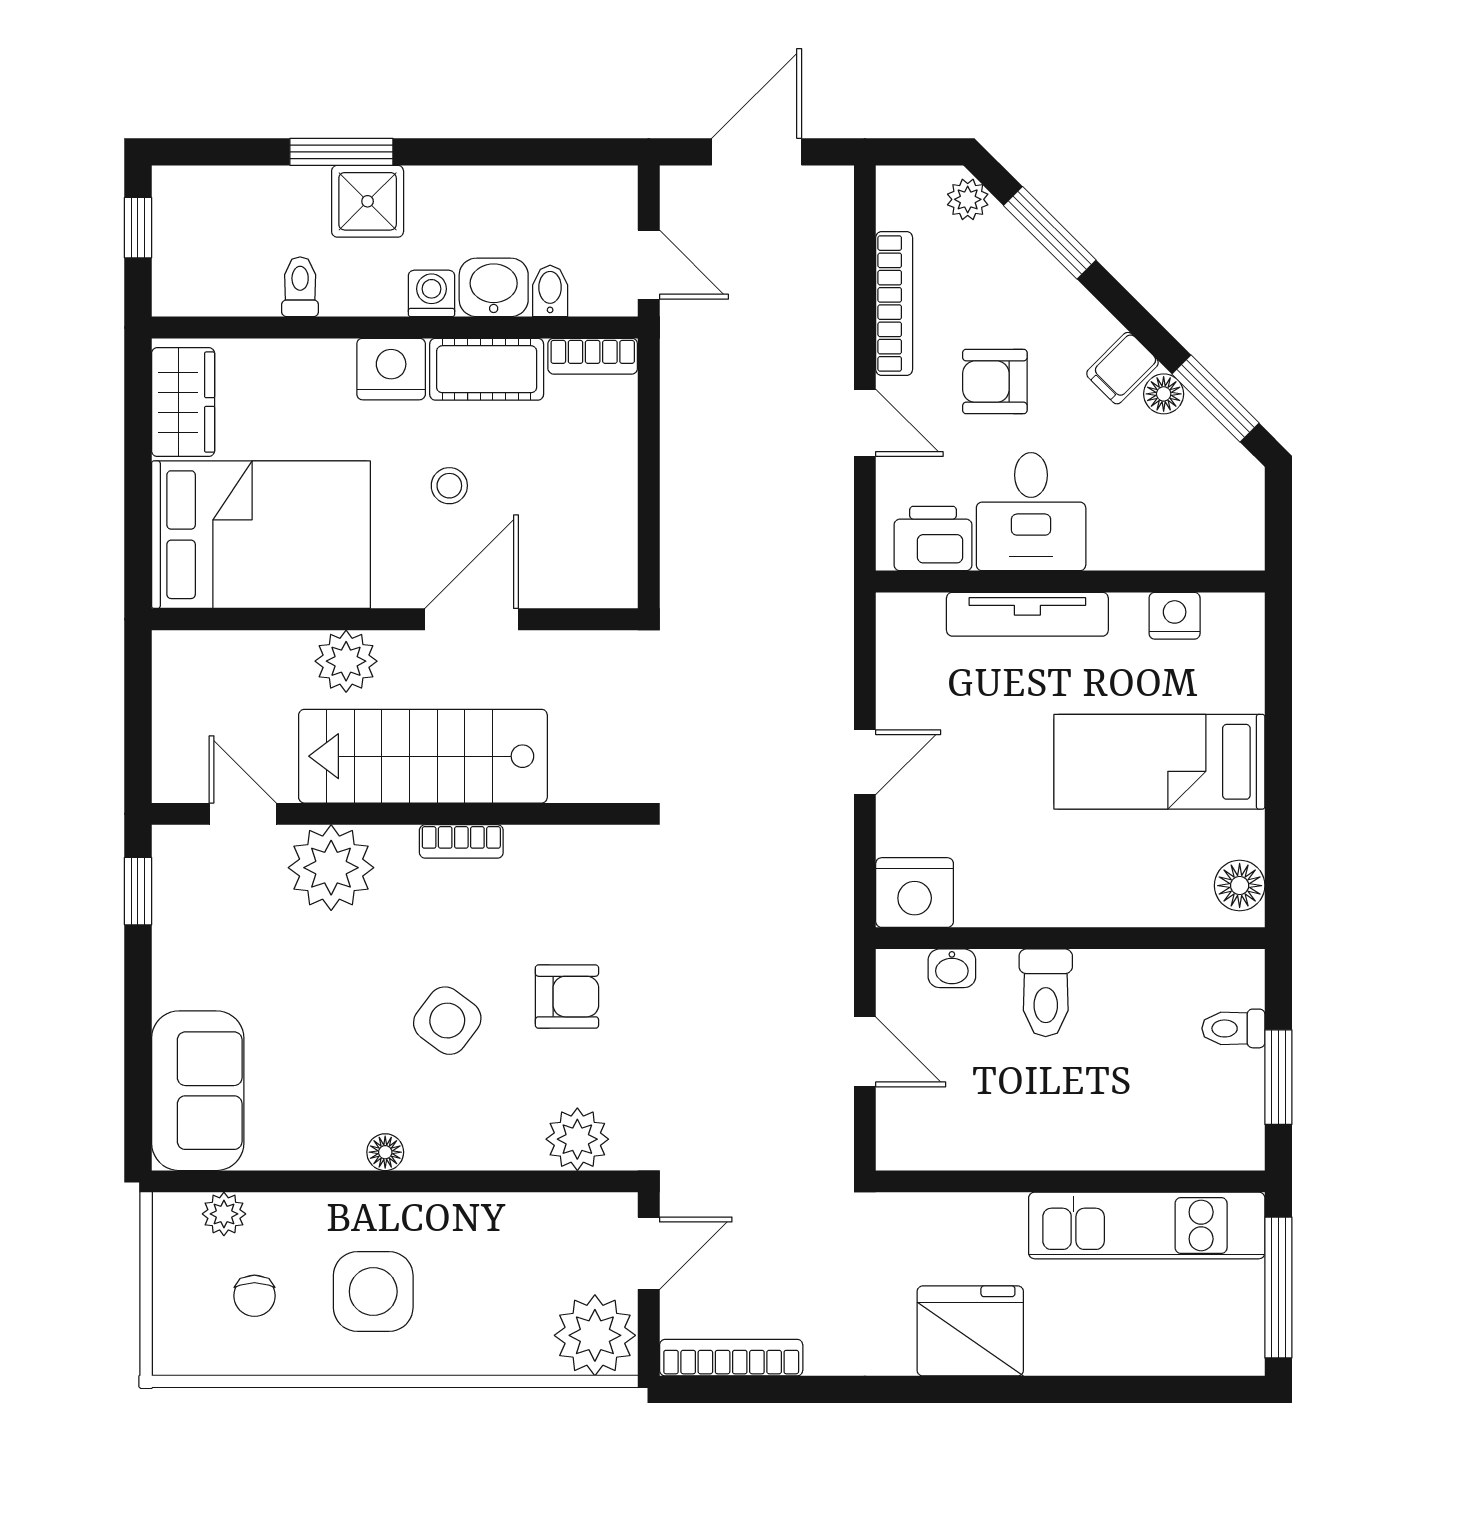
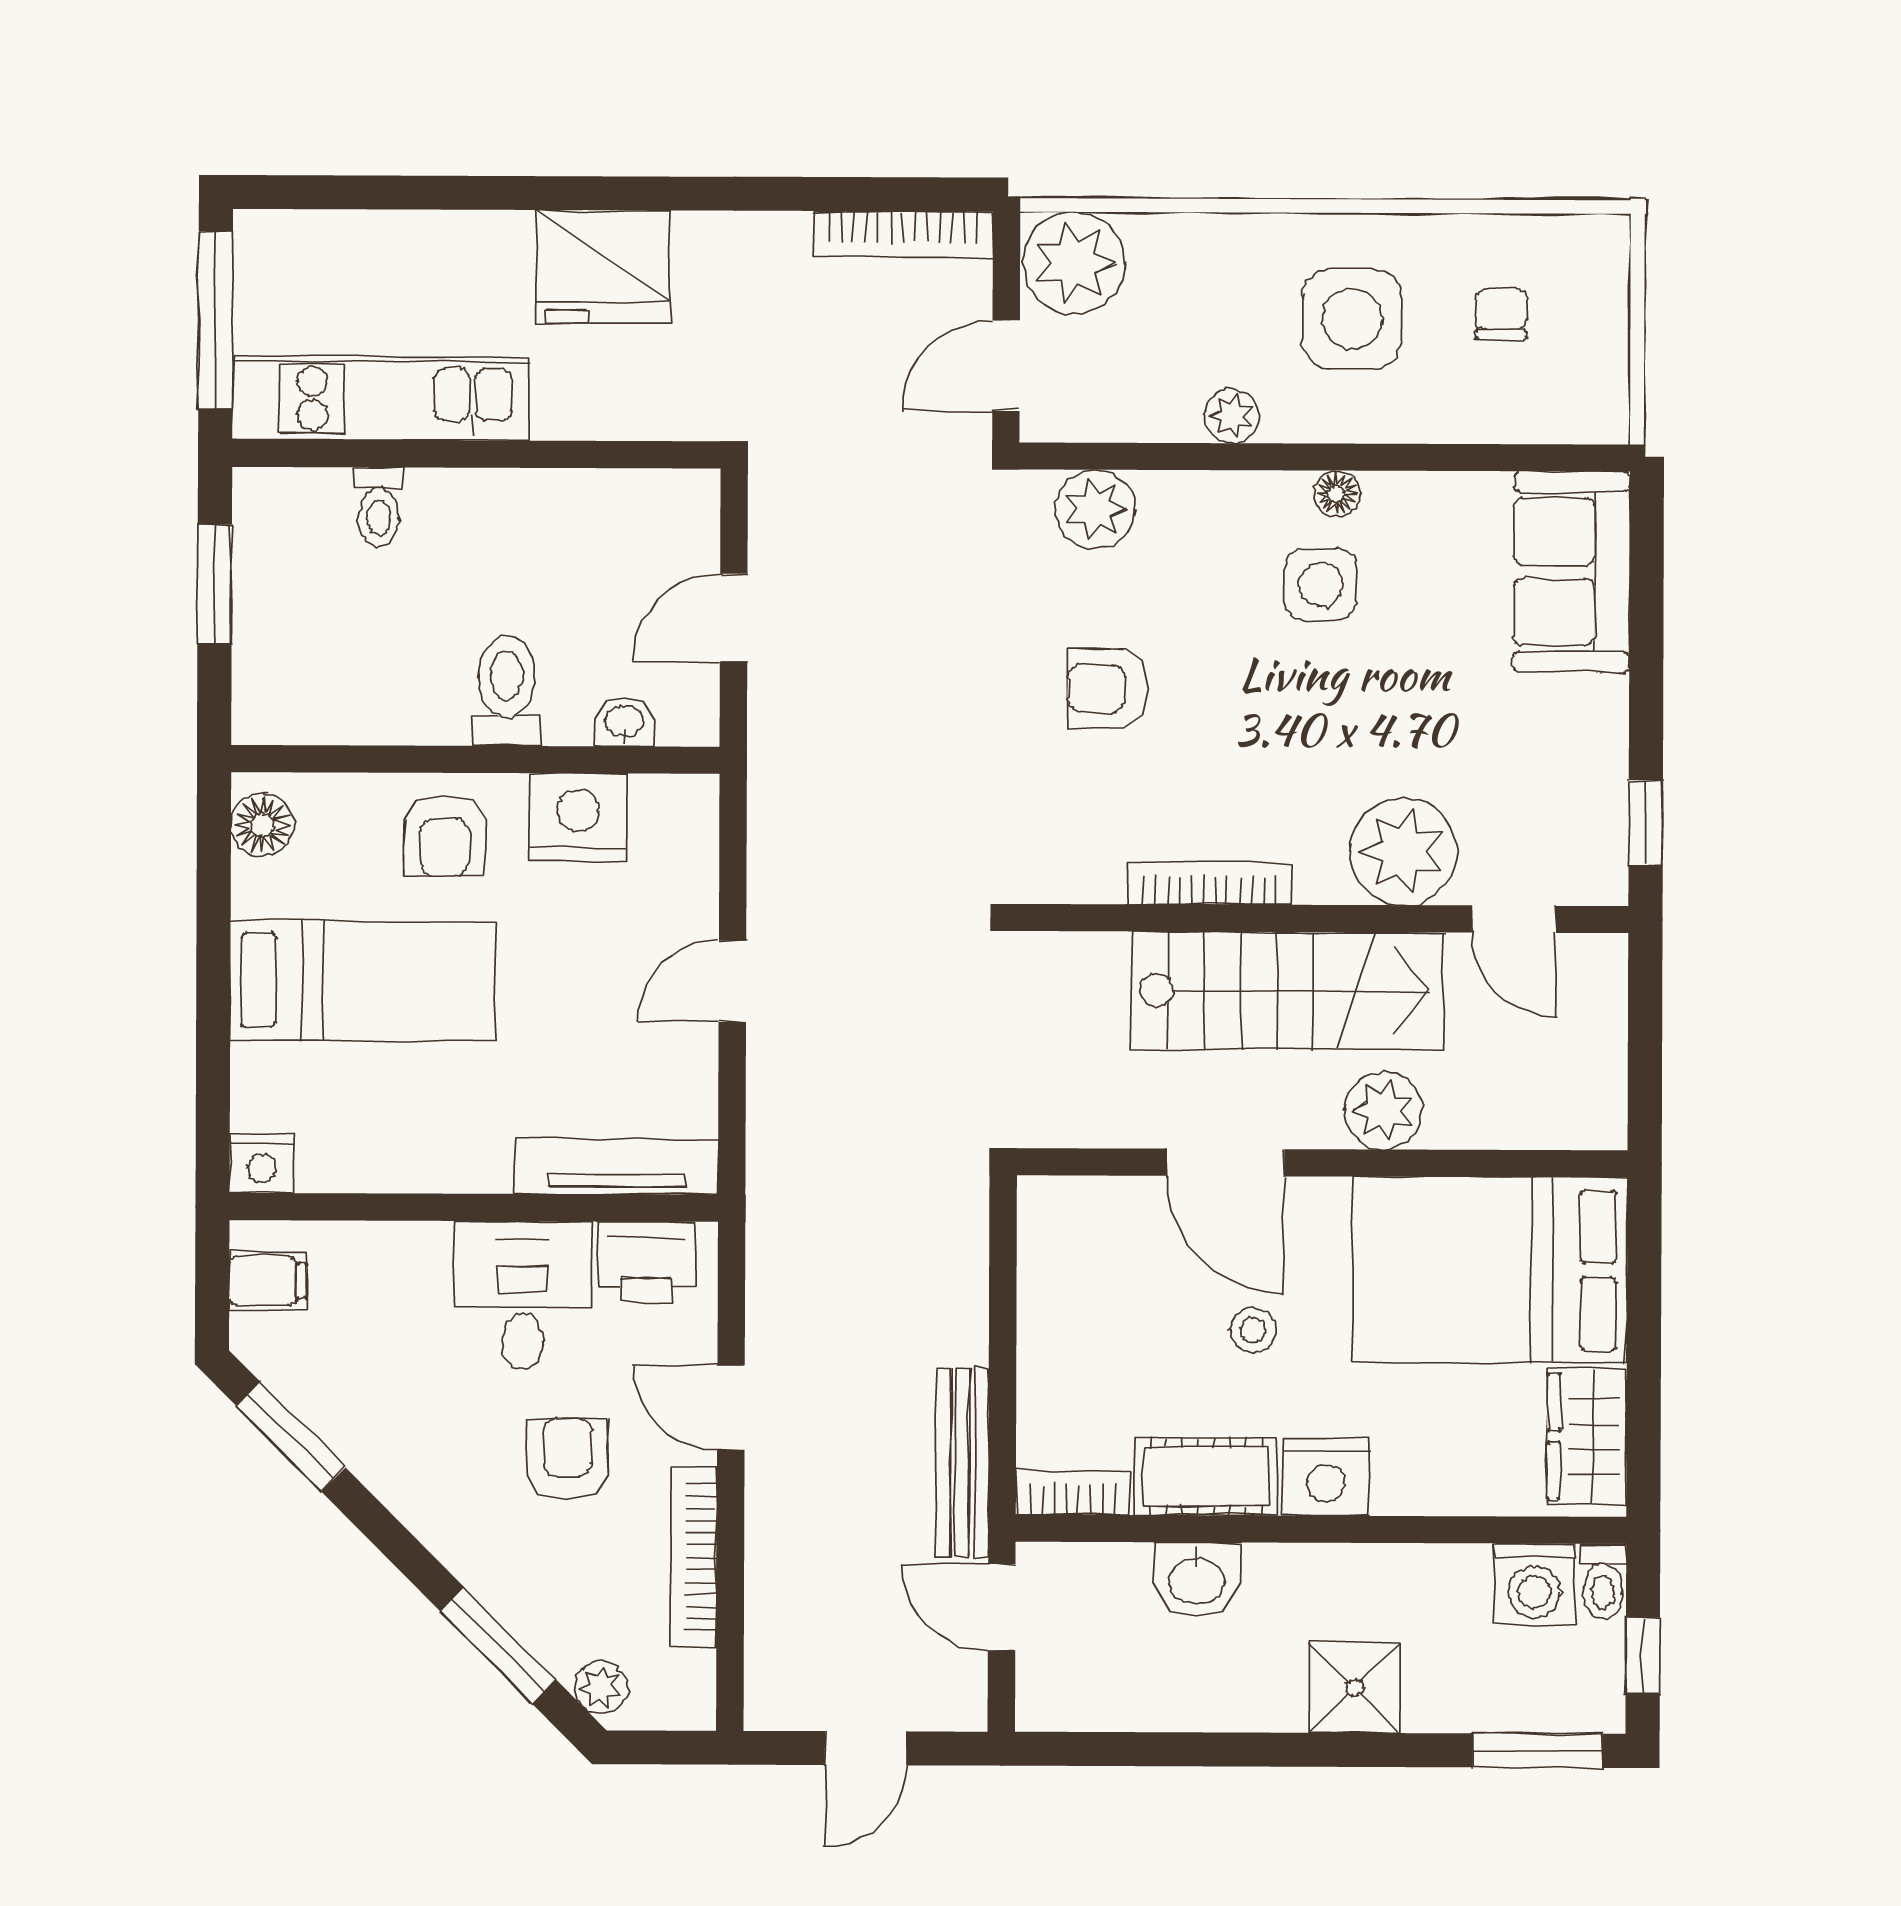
window: (341, 152) -> (1537, 1751), moved
door: (757, 152) -> (866, 1748), width x0.73
toilet: (300, 287) -> (1603, 1581), moved
bidet: (550, 291) -> (1126, 1574), removed
washing machine: (432, 293) -> (1534, 1584), moved, width x1.38, depth x1.38
filing cabinet: (1122, 368) -> (268, 1281), moved, turned 45
bench: (681, 379) -> (962, 1463), added
armchair: (995, 382) -> (568, 1459), turned -90
floor lamp: (1164, 394) -> (356, 1442), removed
tv unit: (1027, 614) -> (617, 1167), moved
nightstand: (1175, 616) -> (262, 1164), moved
door: (472, 619) -> (1226, 1162), hinge flipped
bookcase: (461, 841) -> (1210, 883), width x1.56
armchair: (1095, 877) -> (444, 836), added
nightstand: (915, 893) -> (578, 817), moved
side table: (447, 1021) -> (1320, 584), moved, turned -37
toilet: (1233, 1028) -> (379, 507), moved, turned 90
door: (865, 1052) -> (734, 618), hinge flipped
plant: (224, 1214) -> (1232, 416), moved

